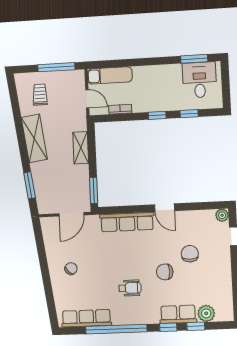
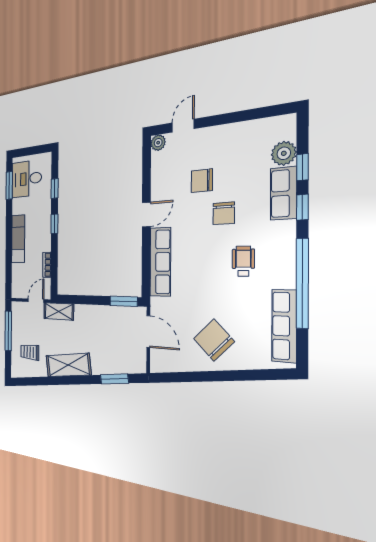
exam couch: (110, 75) -> (18, 239), moved
shelving: (81, 148) -> (59, 311), moved
chair: (71, 269) -> (214, 340), width x1.87, depth x1.87

